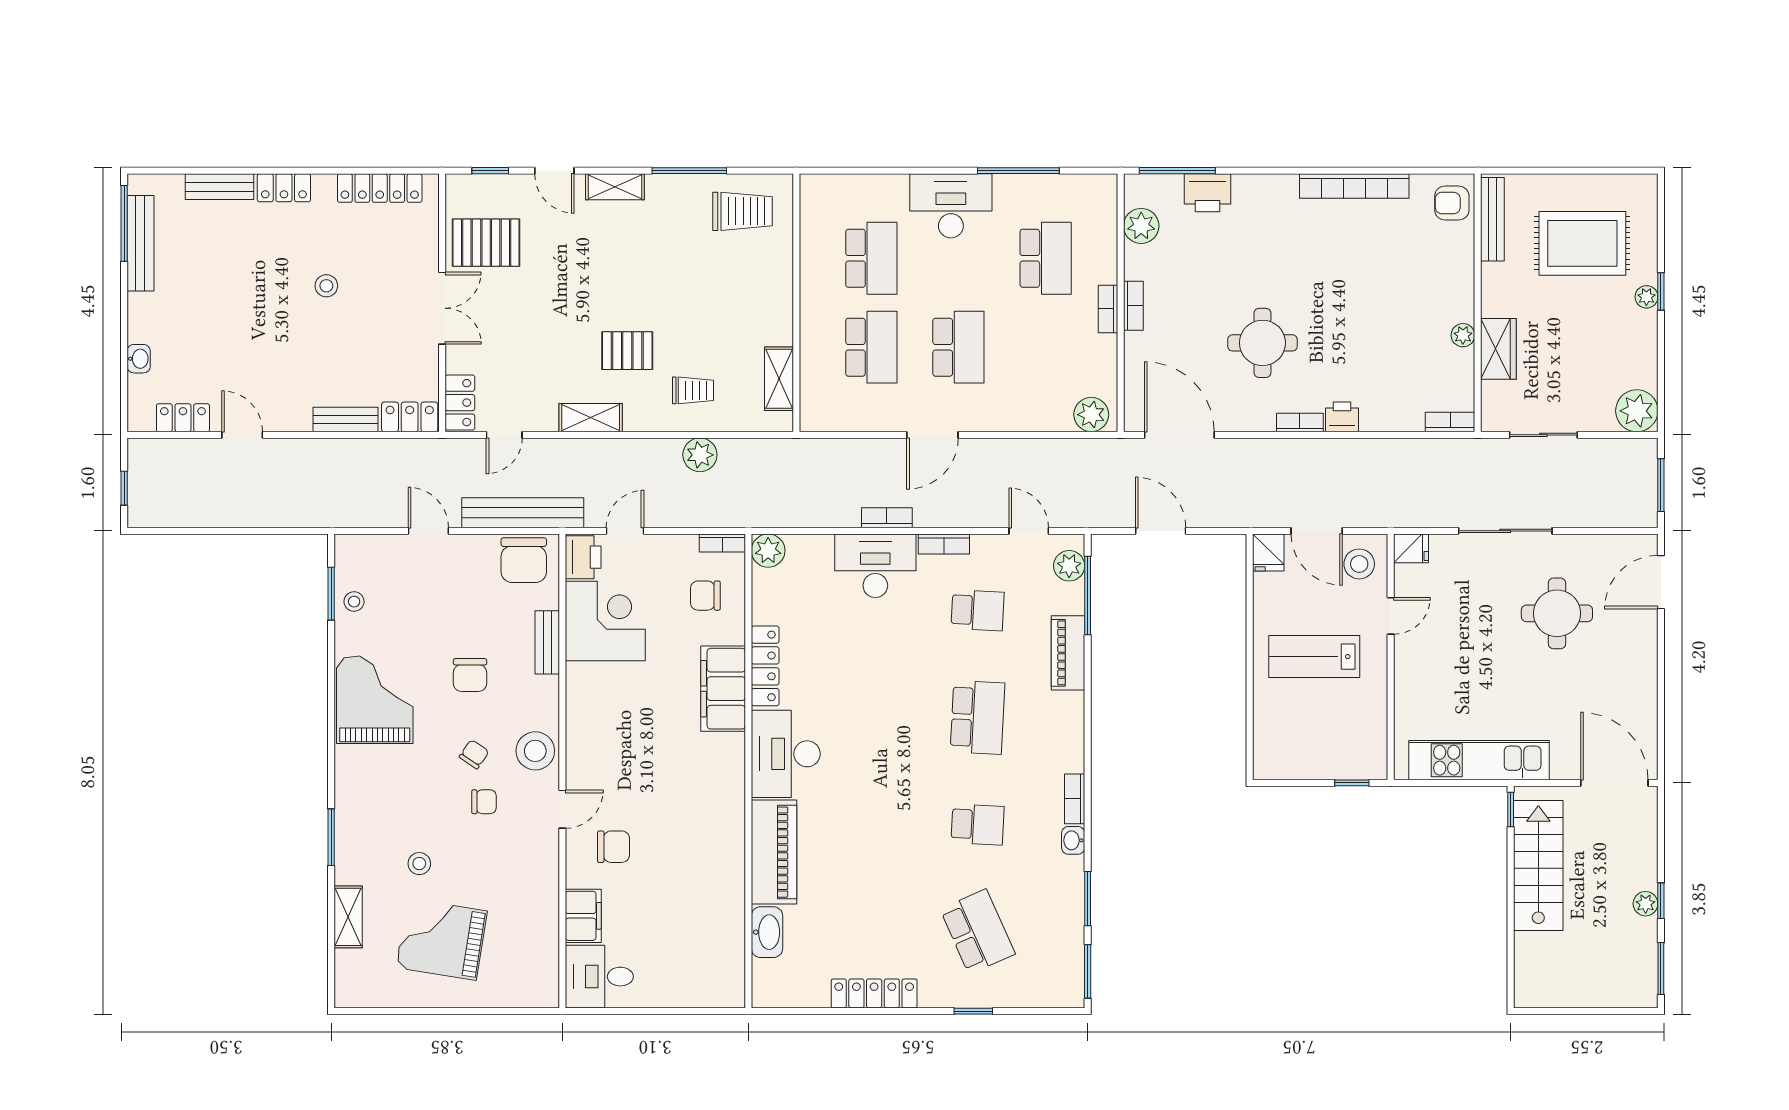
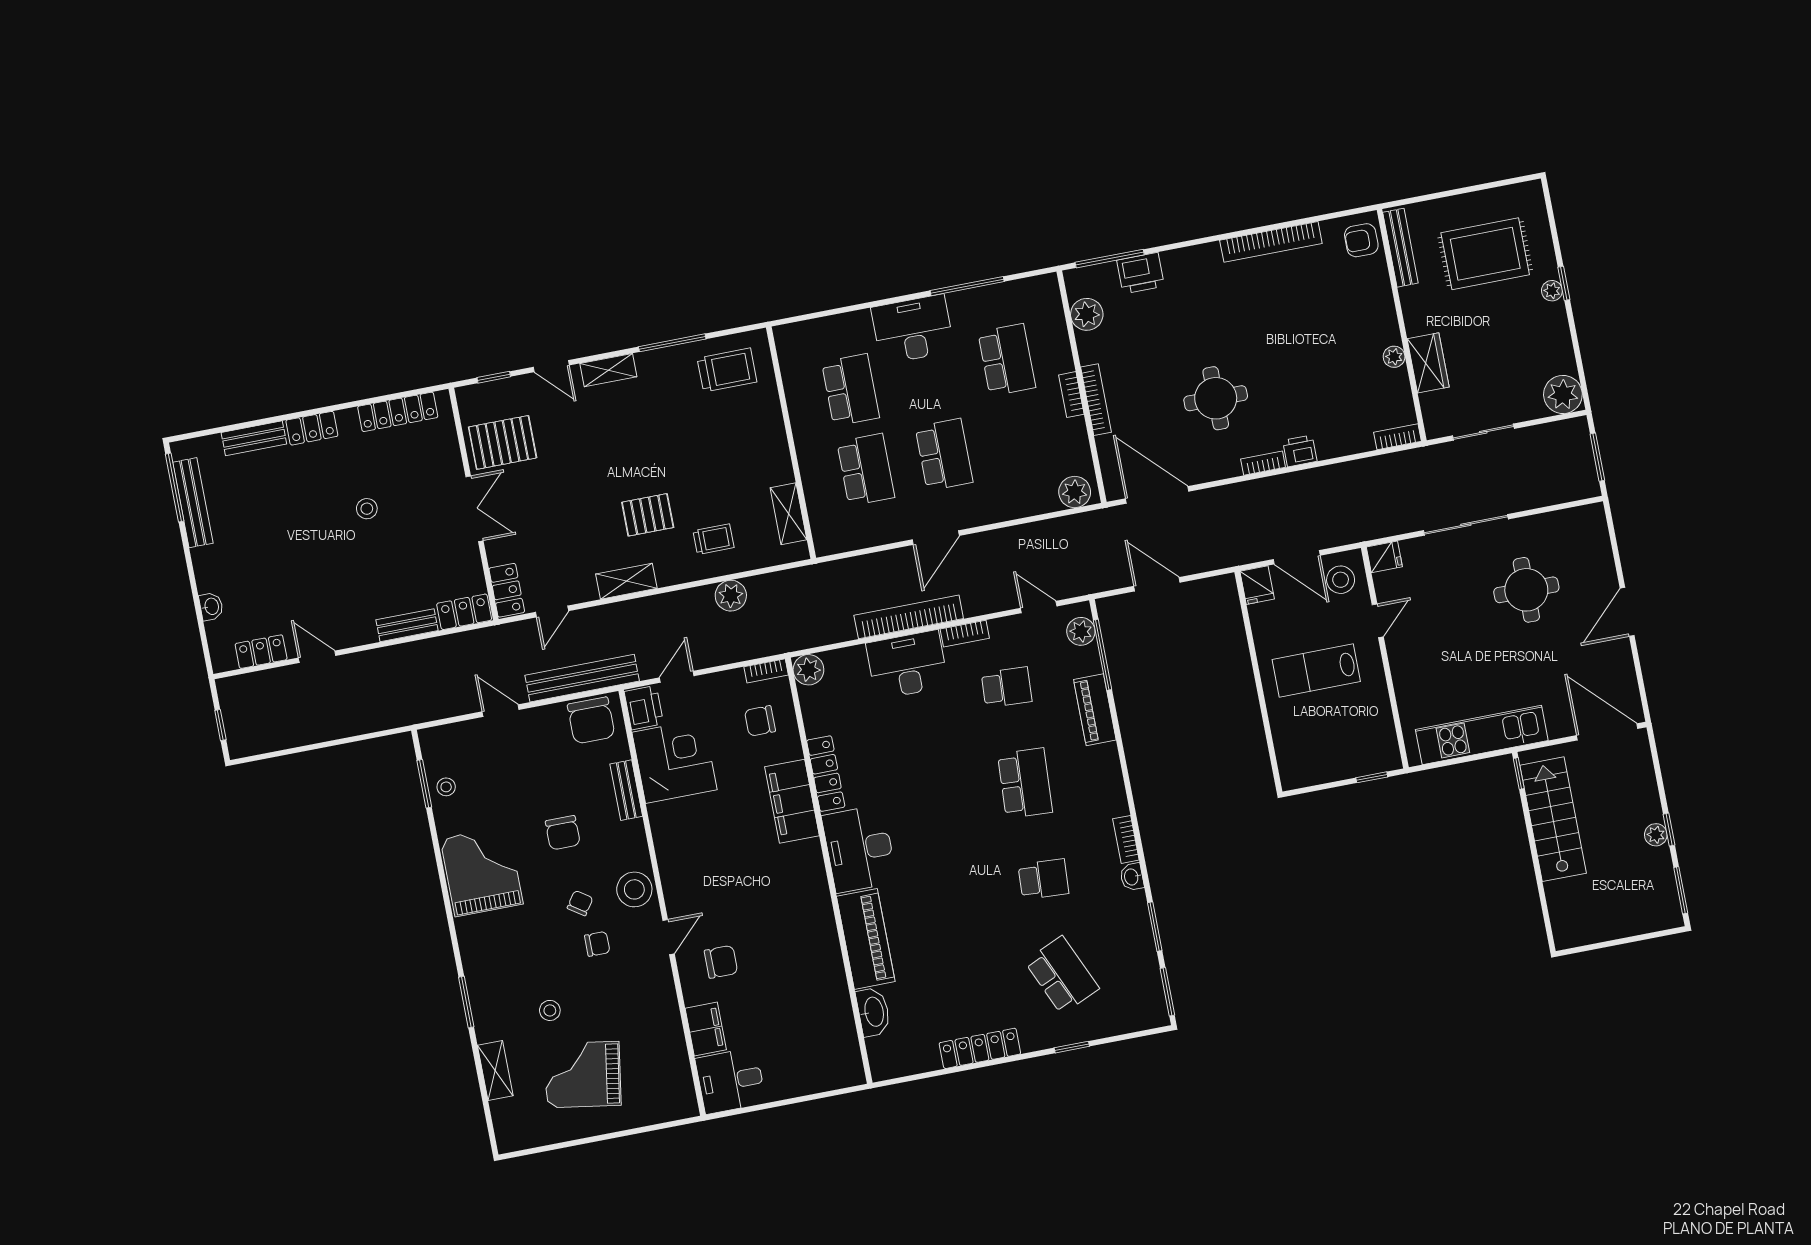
bookcase: (1133, 306) -> (1096, 400), width x1.56
bookcase: (887, 518) -> (909, 617), width x2.31, depth x1.31
door: (1661, 582) -> (1627, 612), moved

